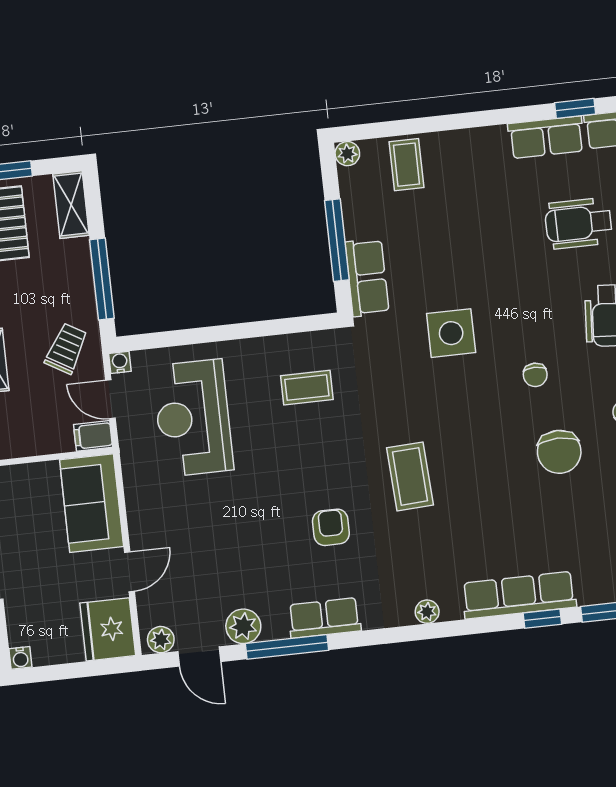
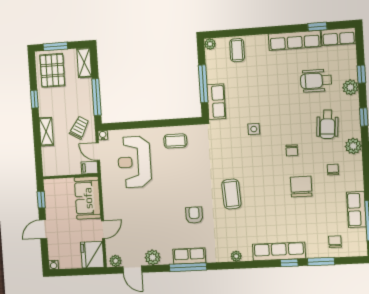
row of seats: (546, 137) -> (295, 40), width x1.48
side table: (451, 333) -> (254, 129), width x0.54, depth x0.54
coffee table: (307, 388) -> (175, 141), moved
chair: (559, 452) -> (301, 187), turned 180
window: (287, 647) -> (188, 267), moved

